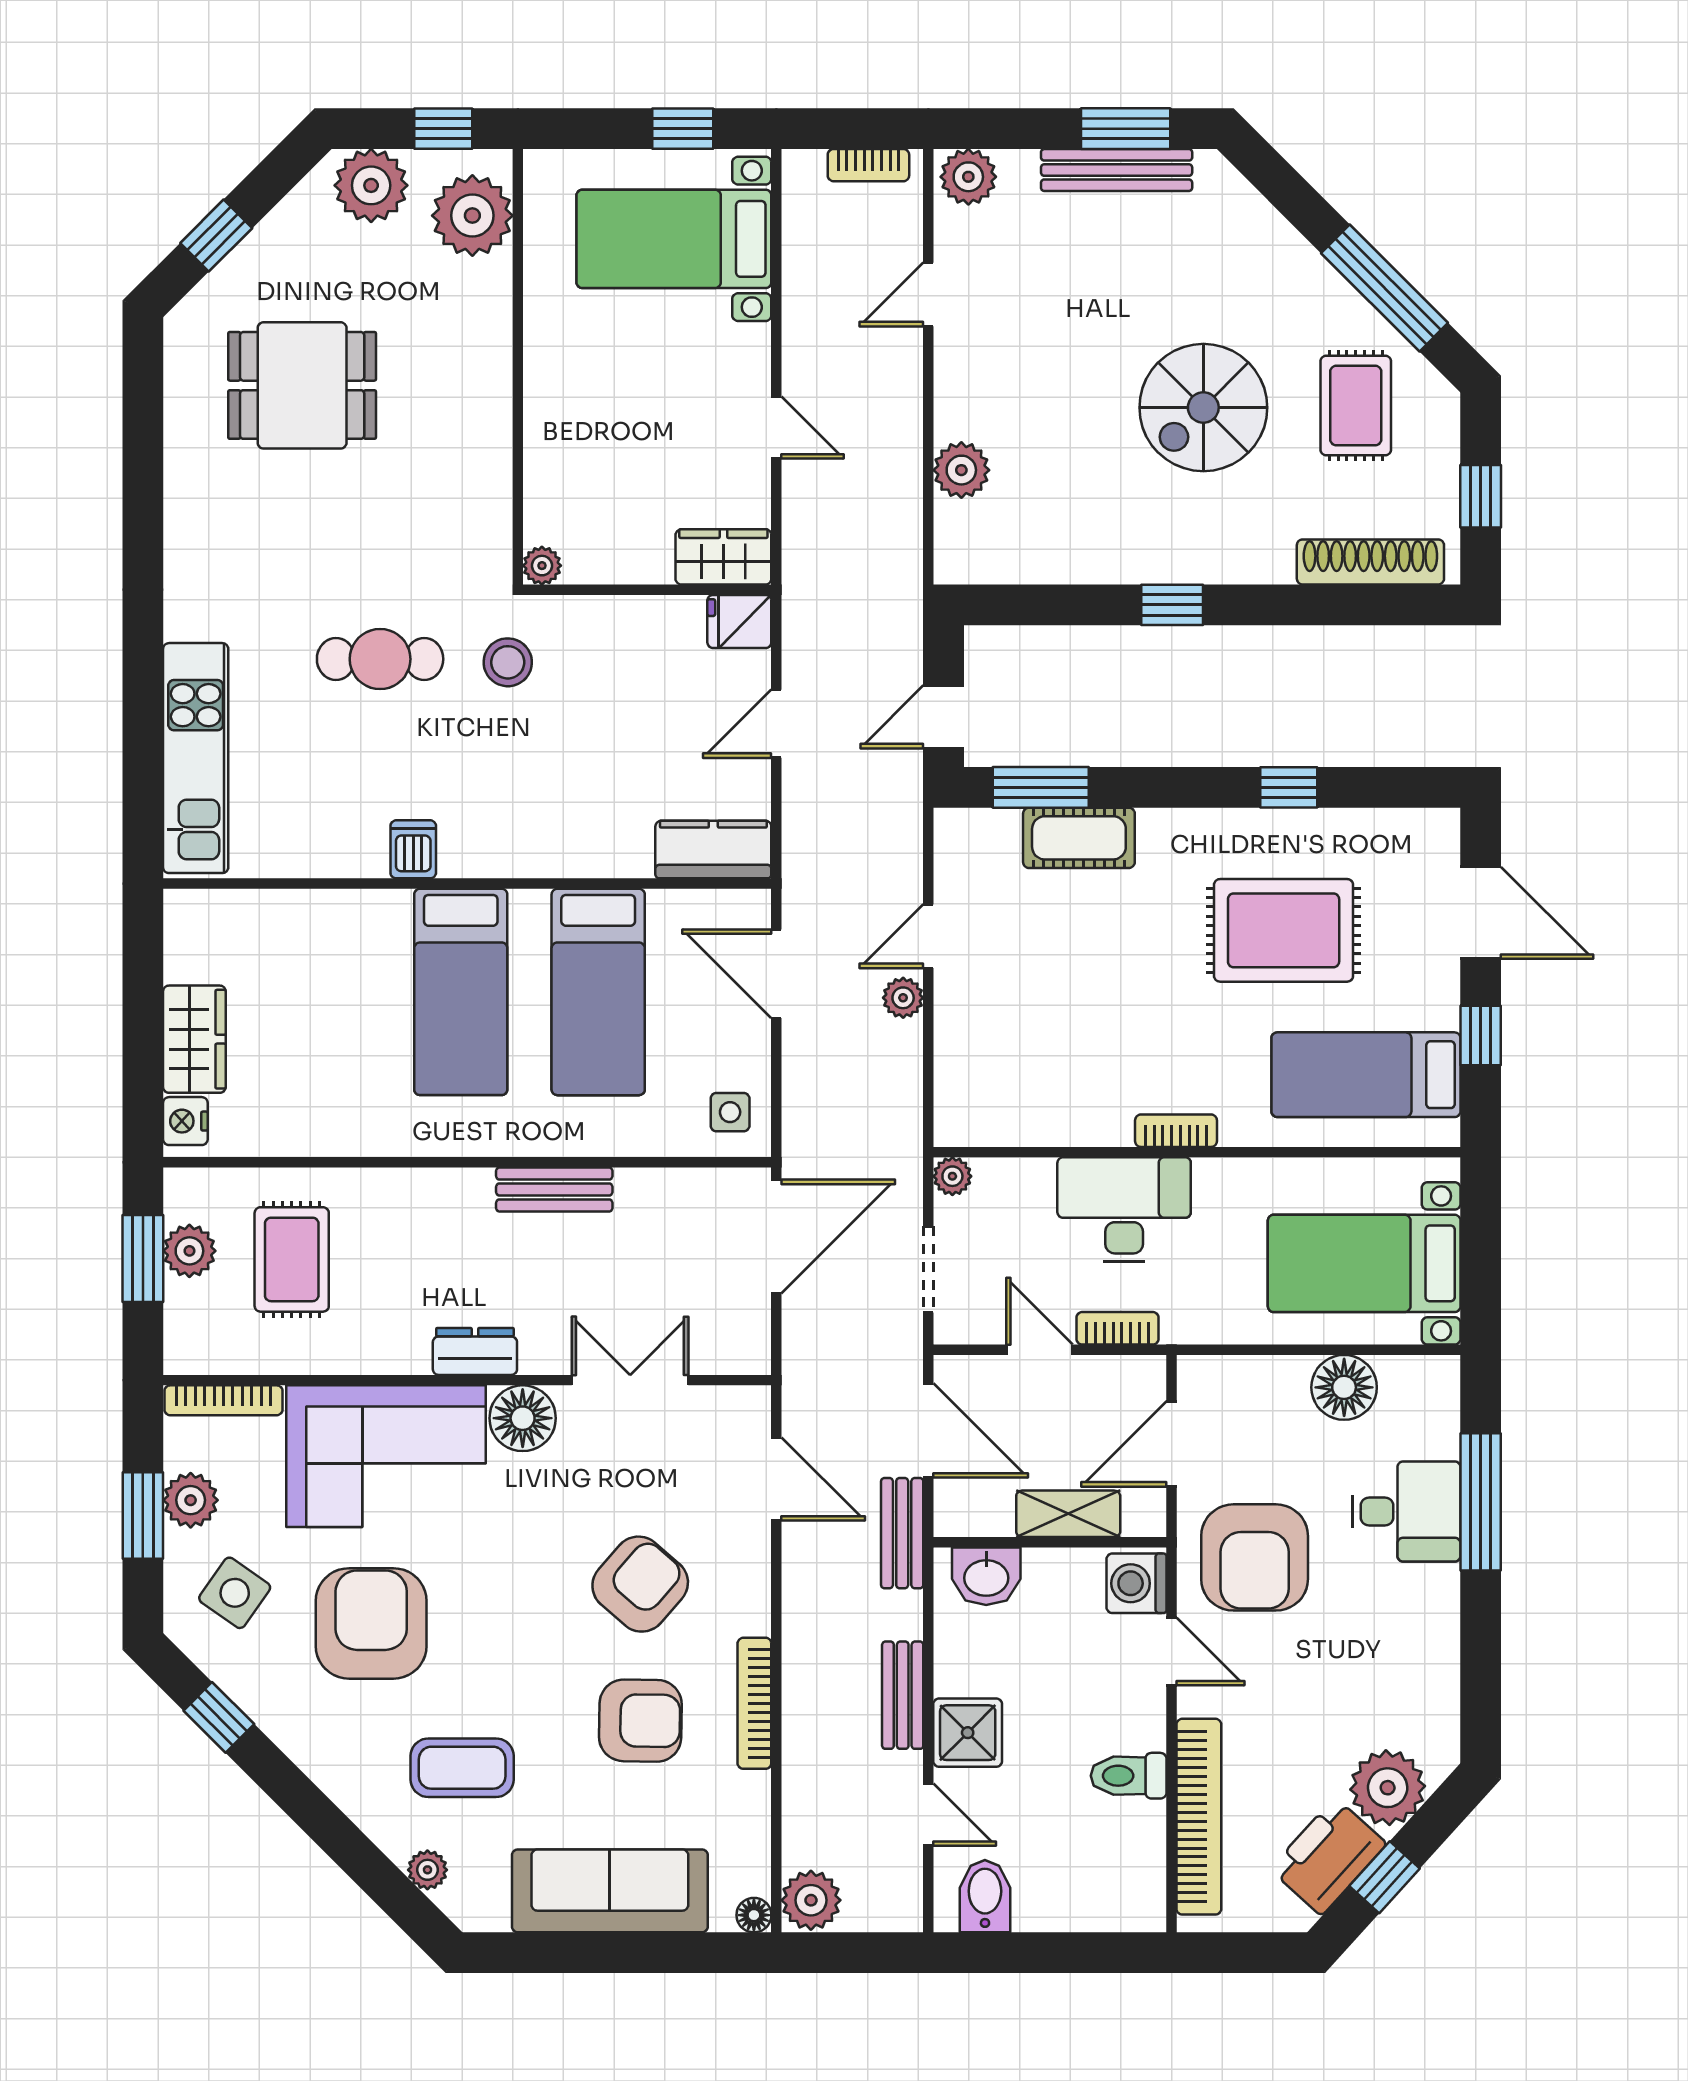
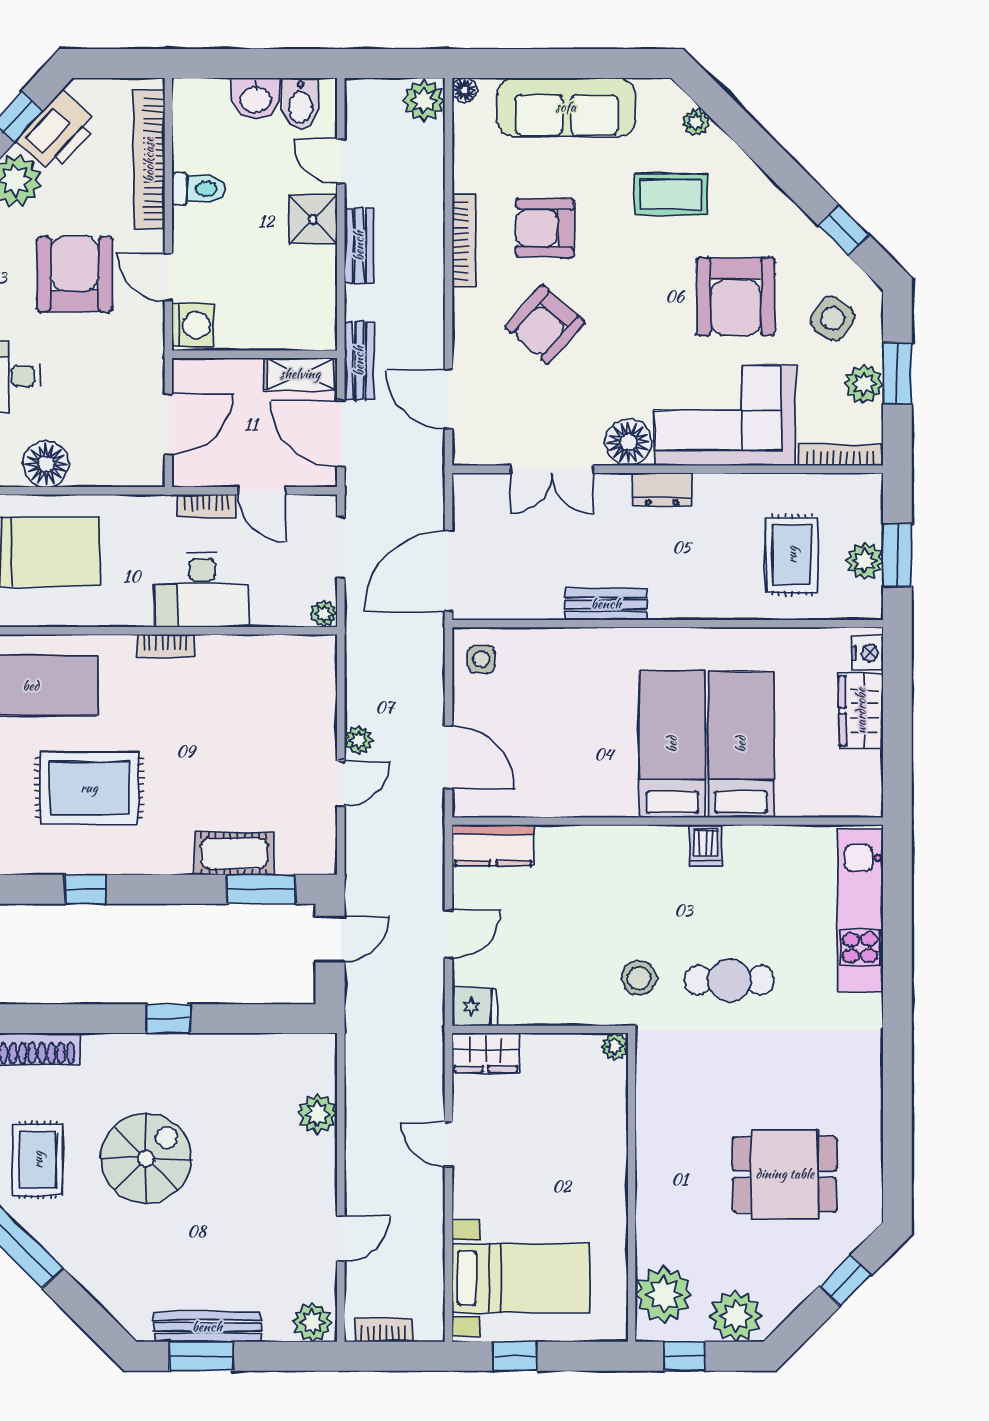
bed: (598, 992) -> (741, 744), moved
shelving: (1068, 1514) -> (300, 374), moved
armchair: (1255, 1557) -> (75, 274), moved
washbasin: (986, 1576) -> (256, 98), moved, turned 180

